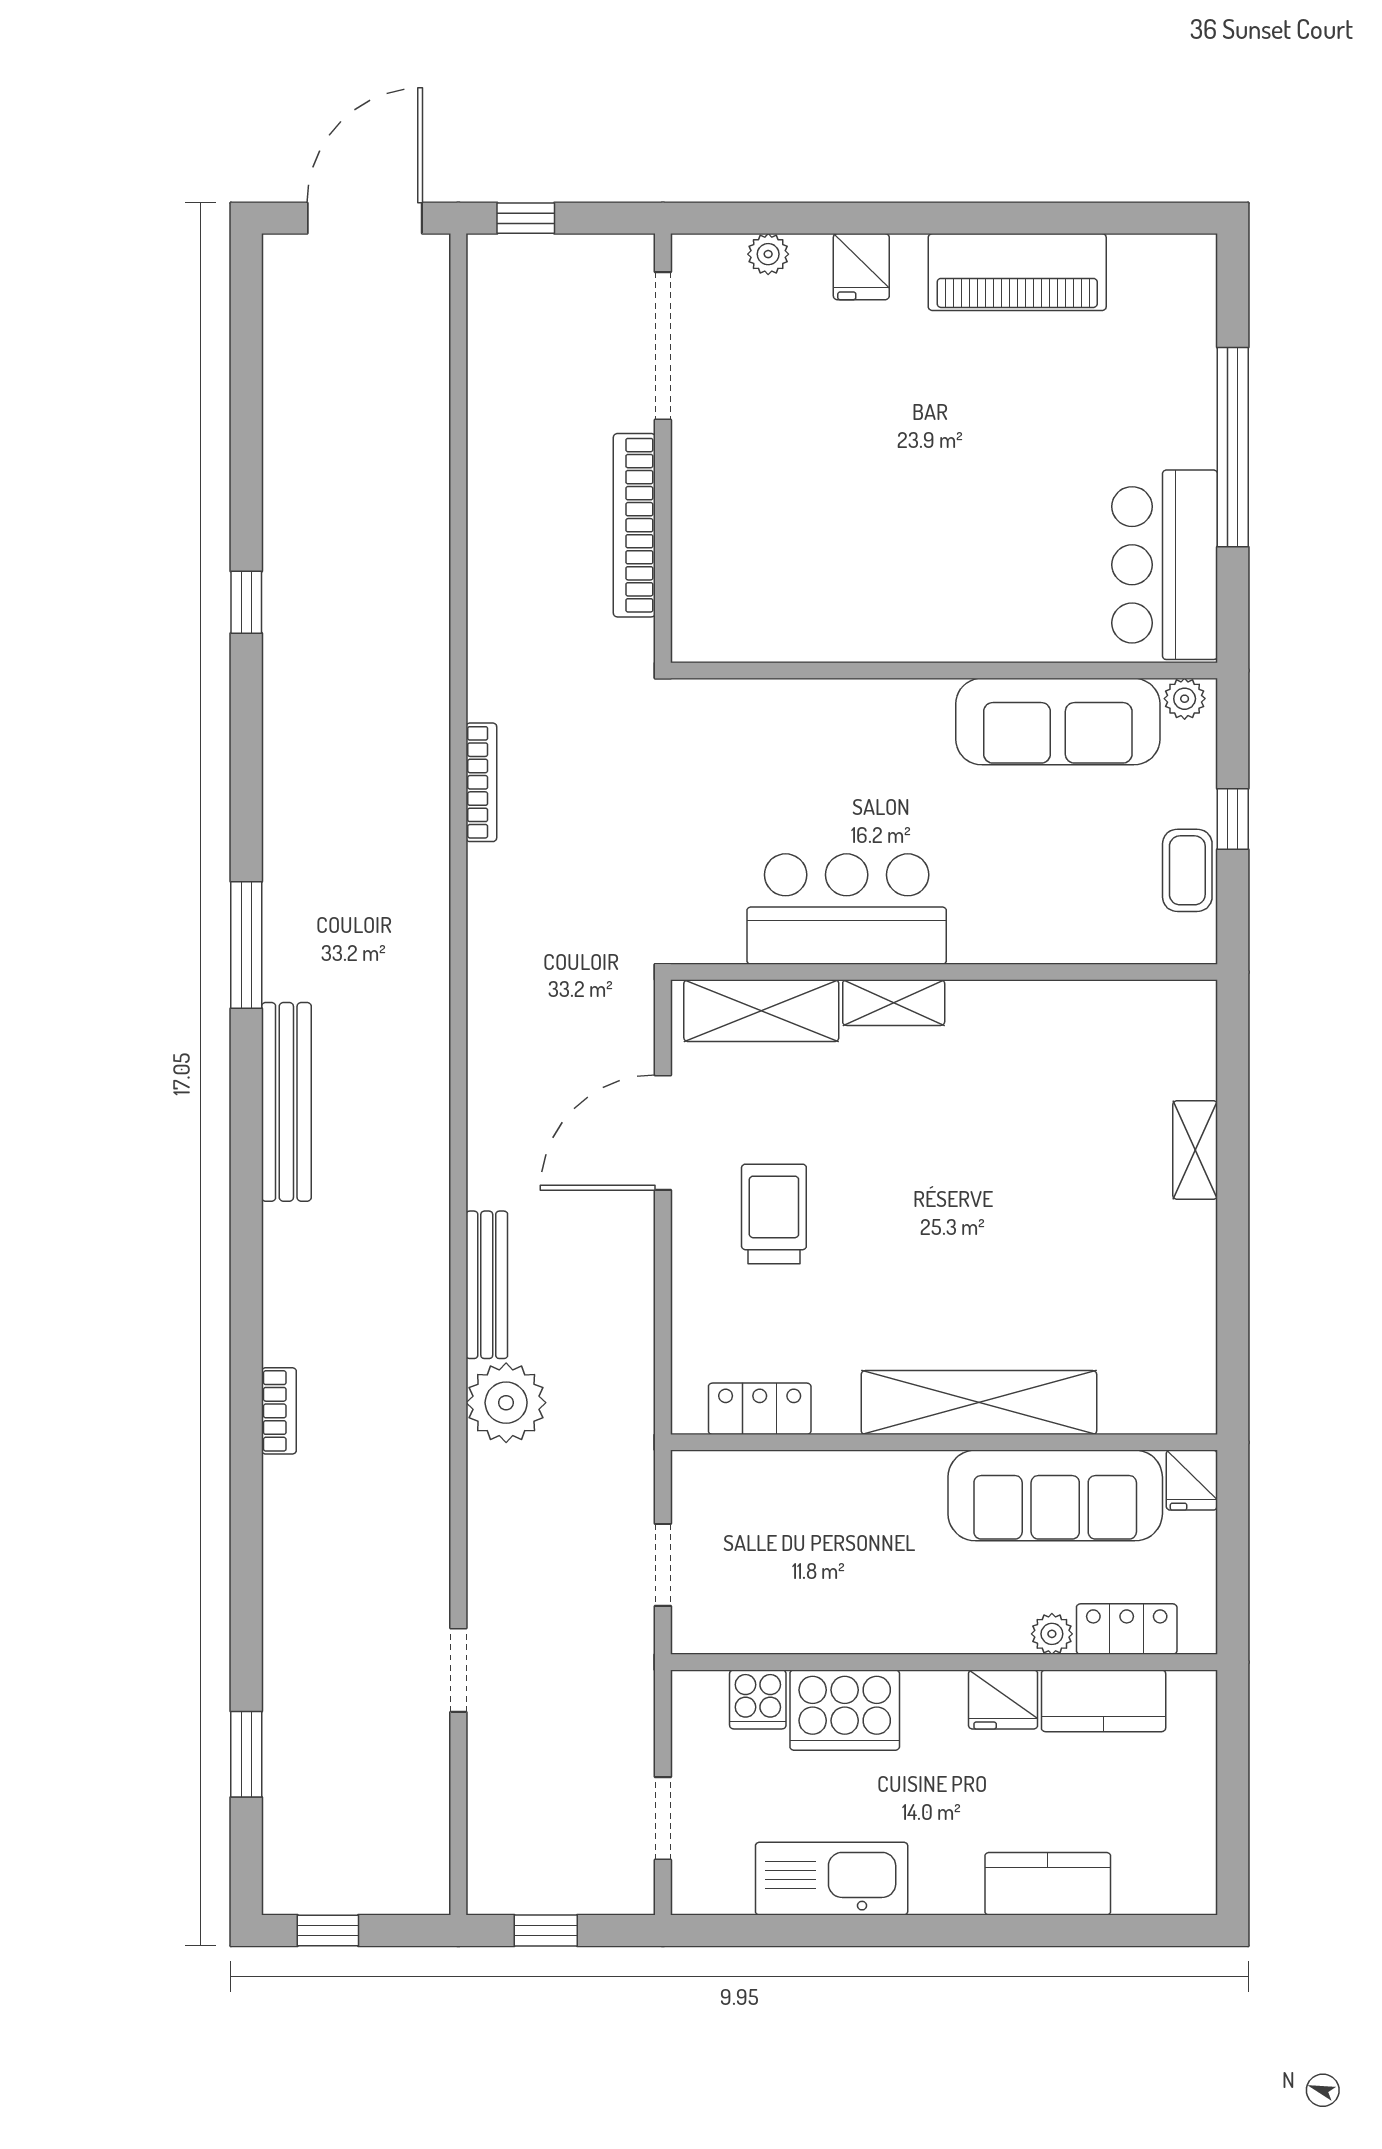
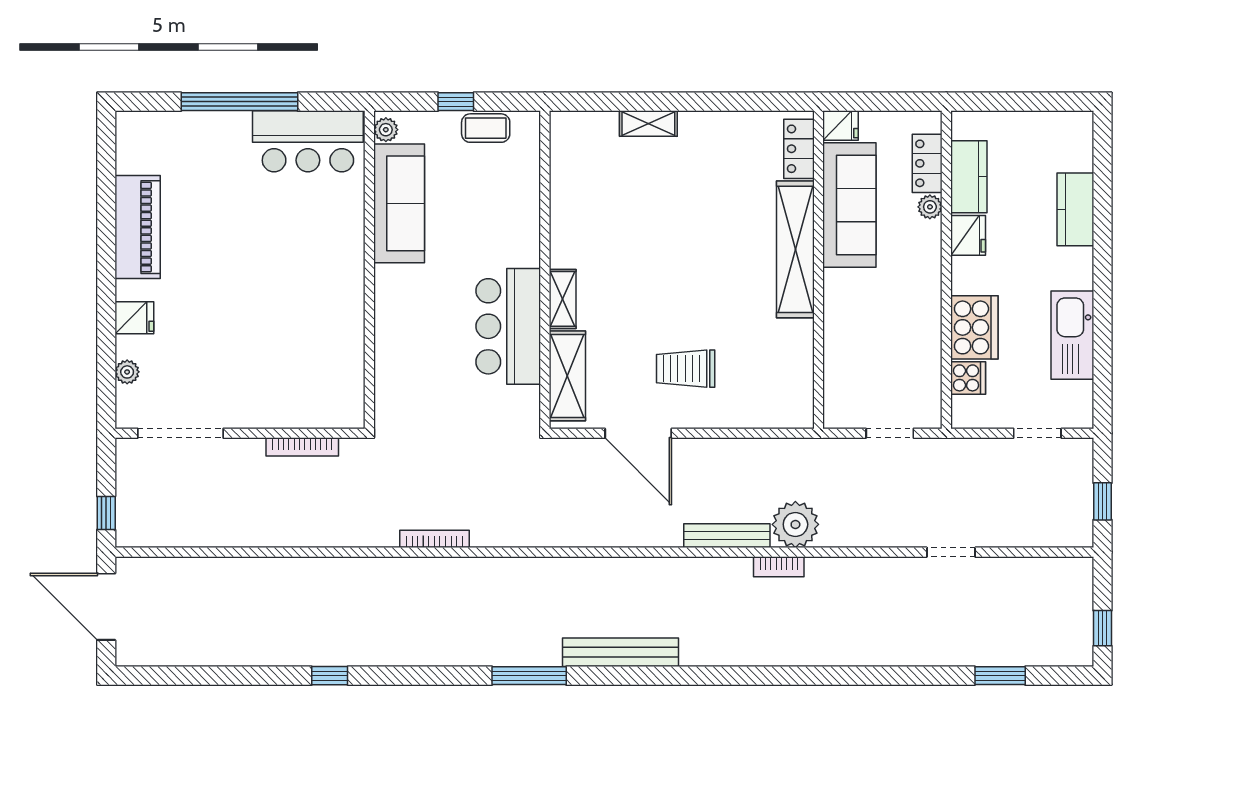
bookcase: (634, 525) -> (302, 447), width x0.68, depth x0.76
locker: (760, 1409) -> (799, 149), moved
bookcase: (279, 1411) -> (779, 567), moved, turned 180

